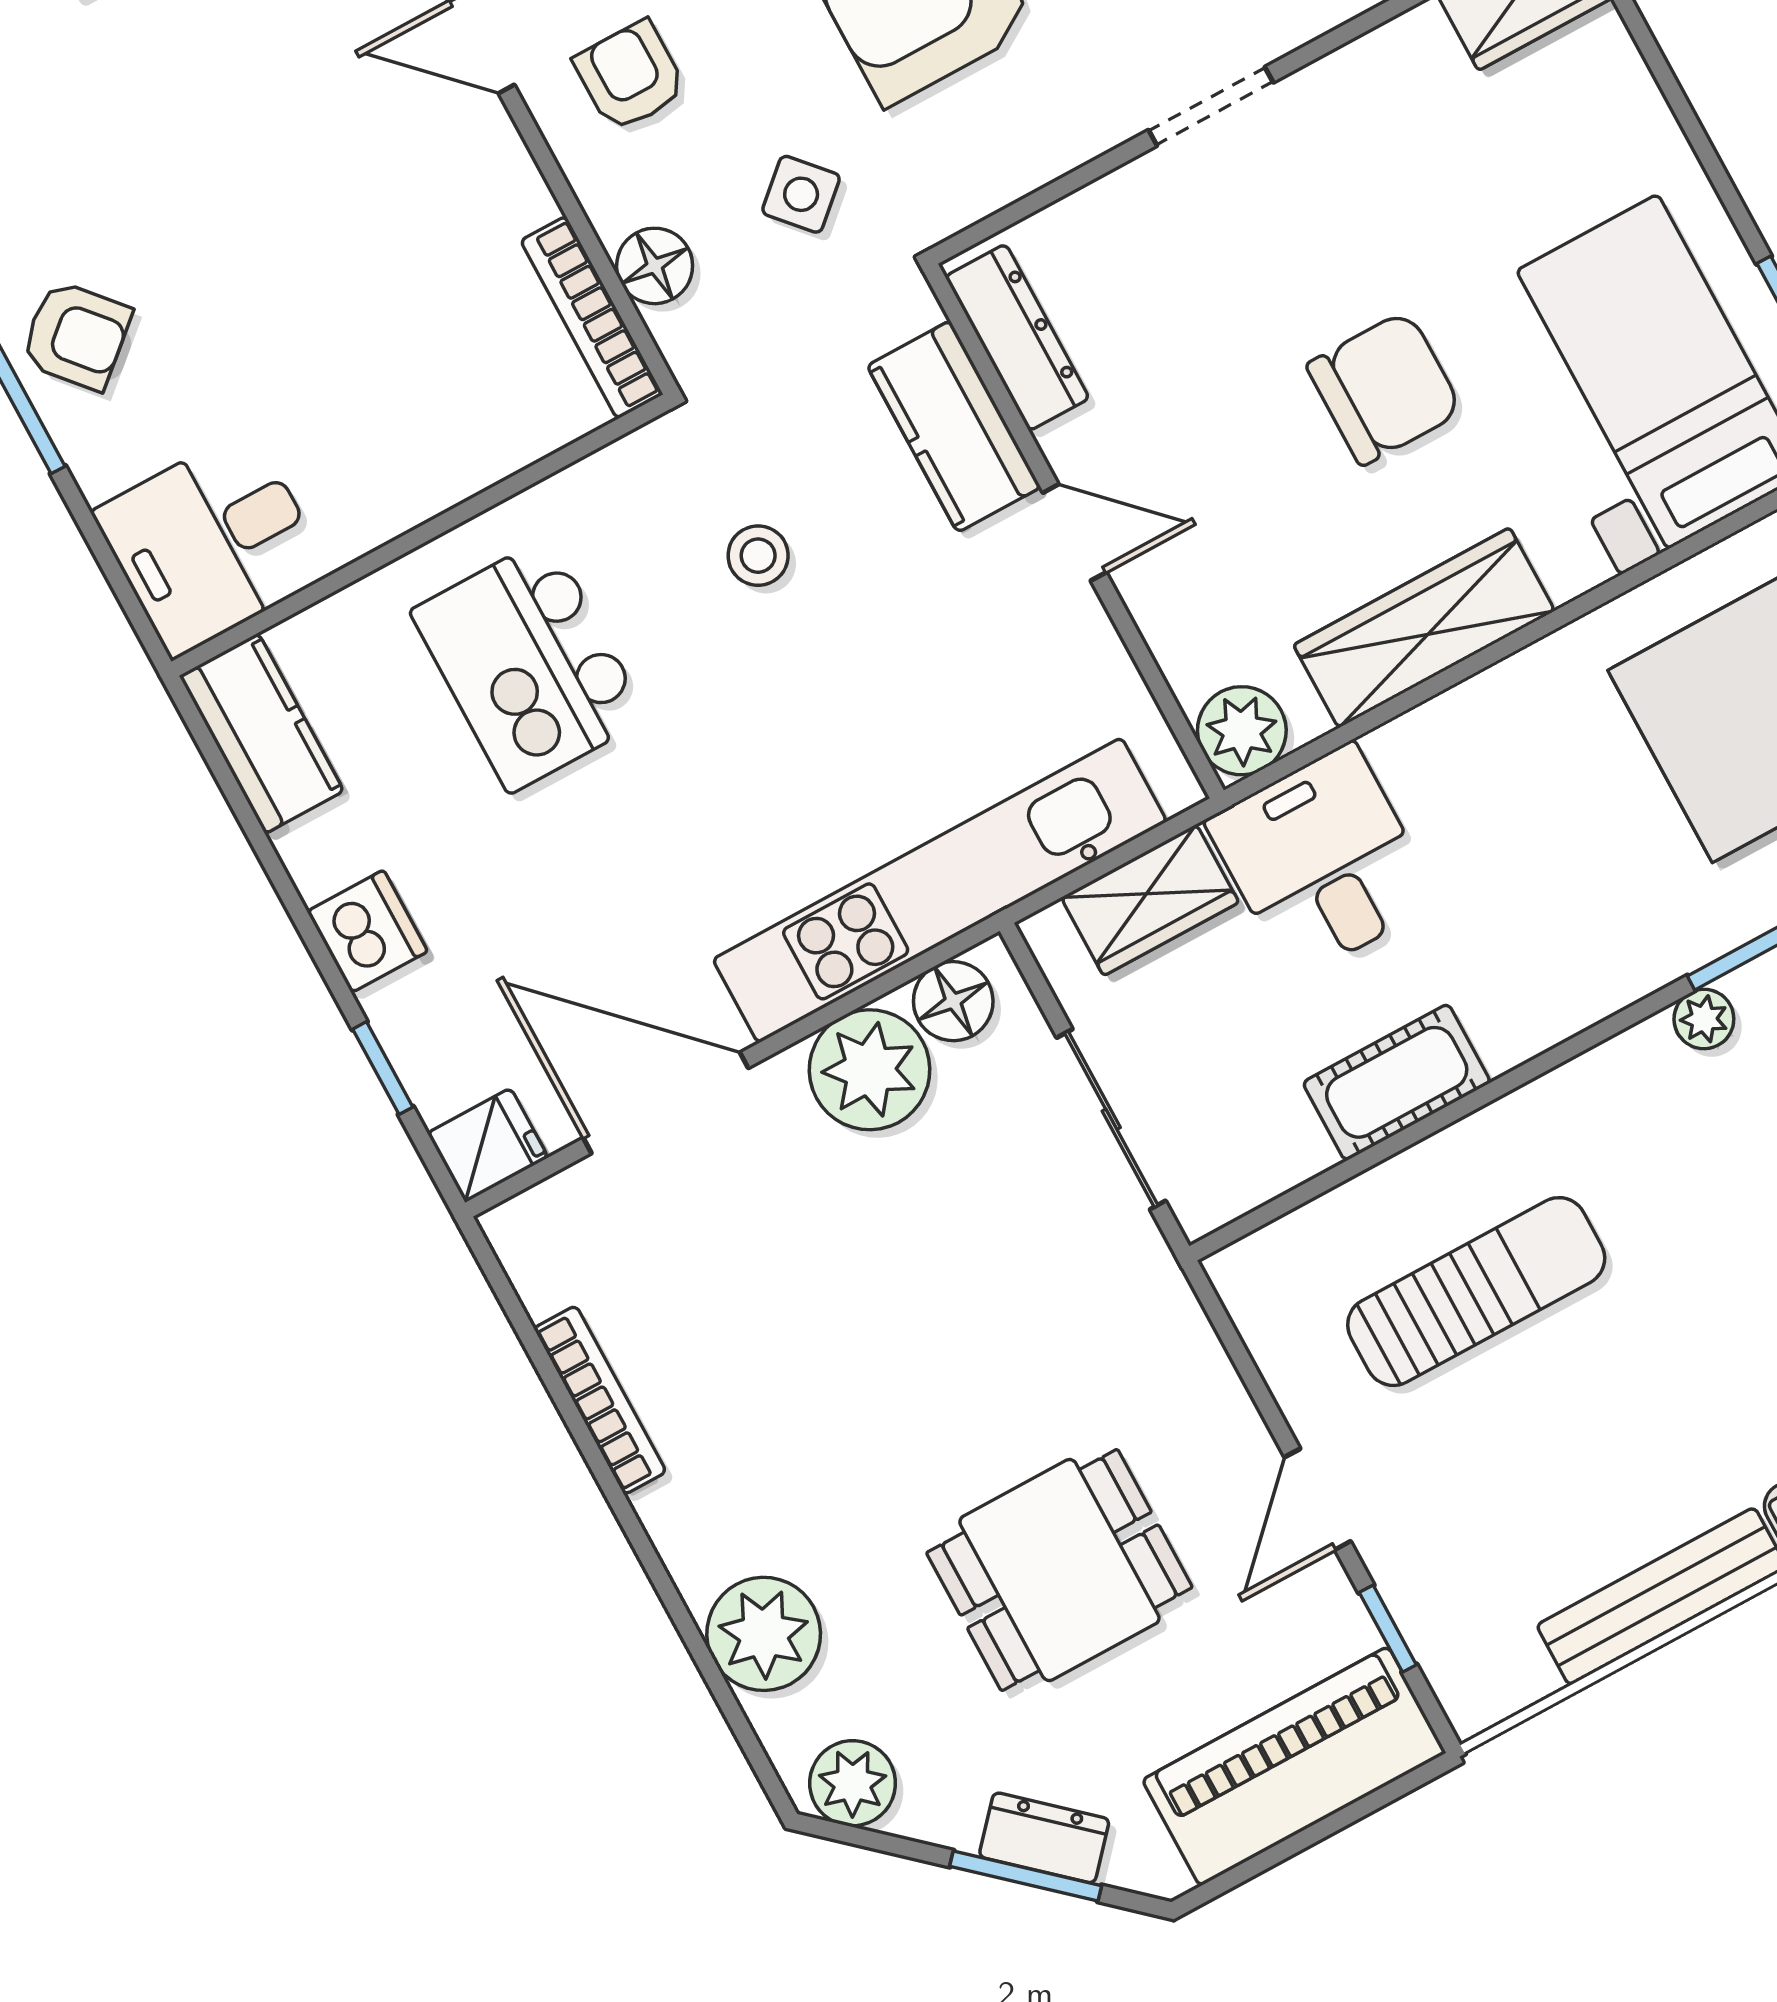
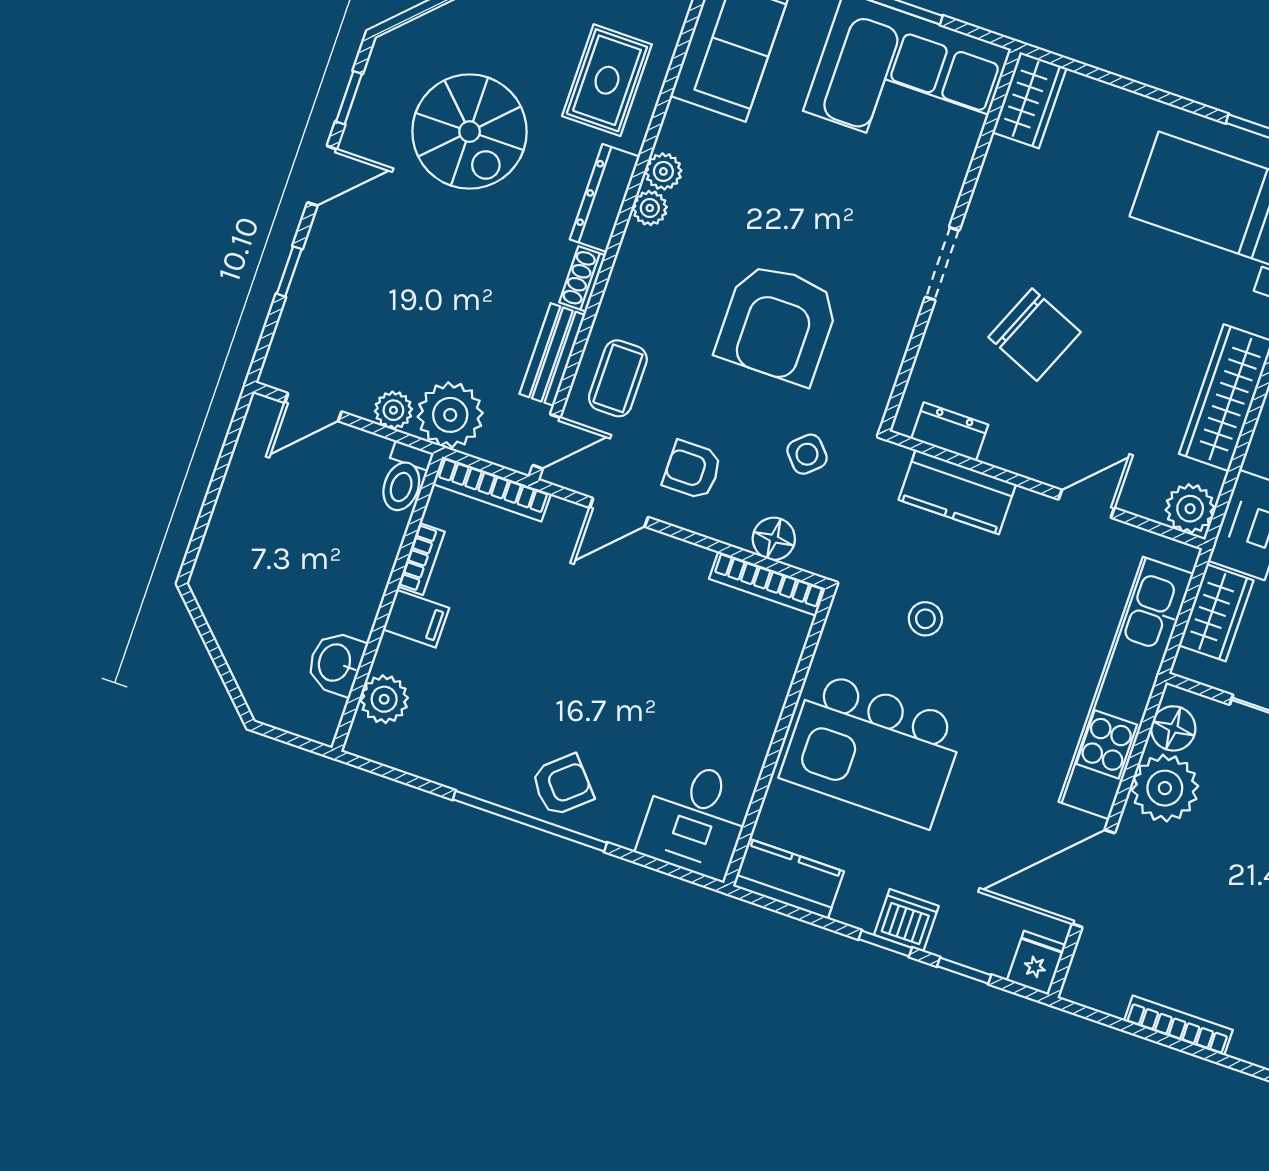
dresser: (1017, 337) -> (950, 432), width x0.70
chair: (1384, 388) -> (1035, 335), moved, turned 113
door: (1075, 532) -> (1086, 504), moved
kitchen island: (529, 665) -> (872, 750), width x1.37, depth x1.28
window: (311, 936) -> (885, 943), added

